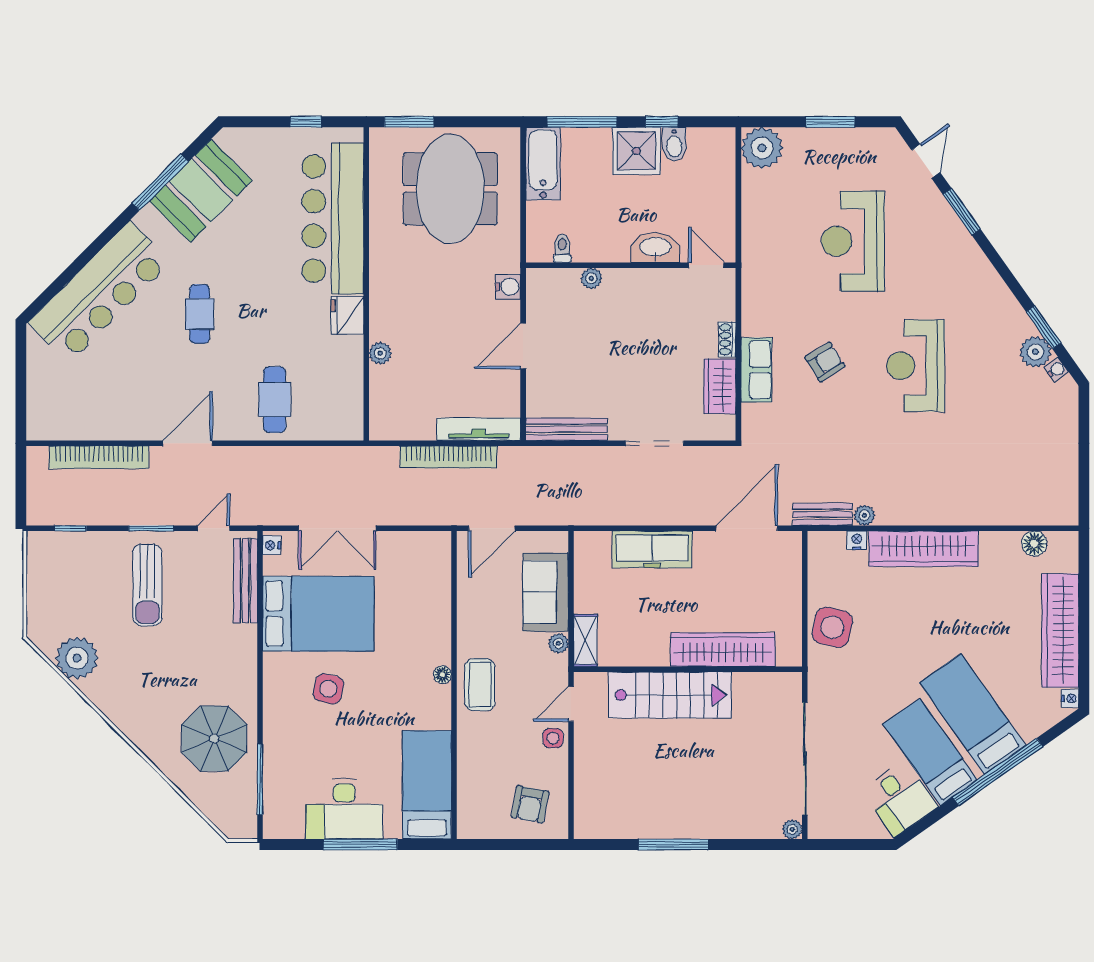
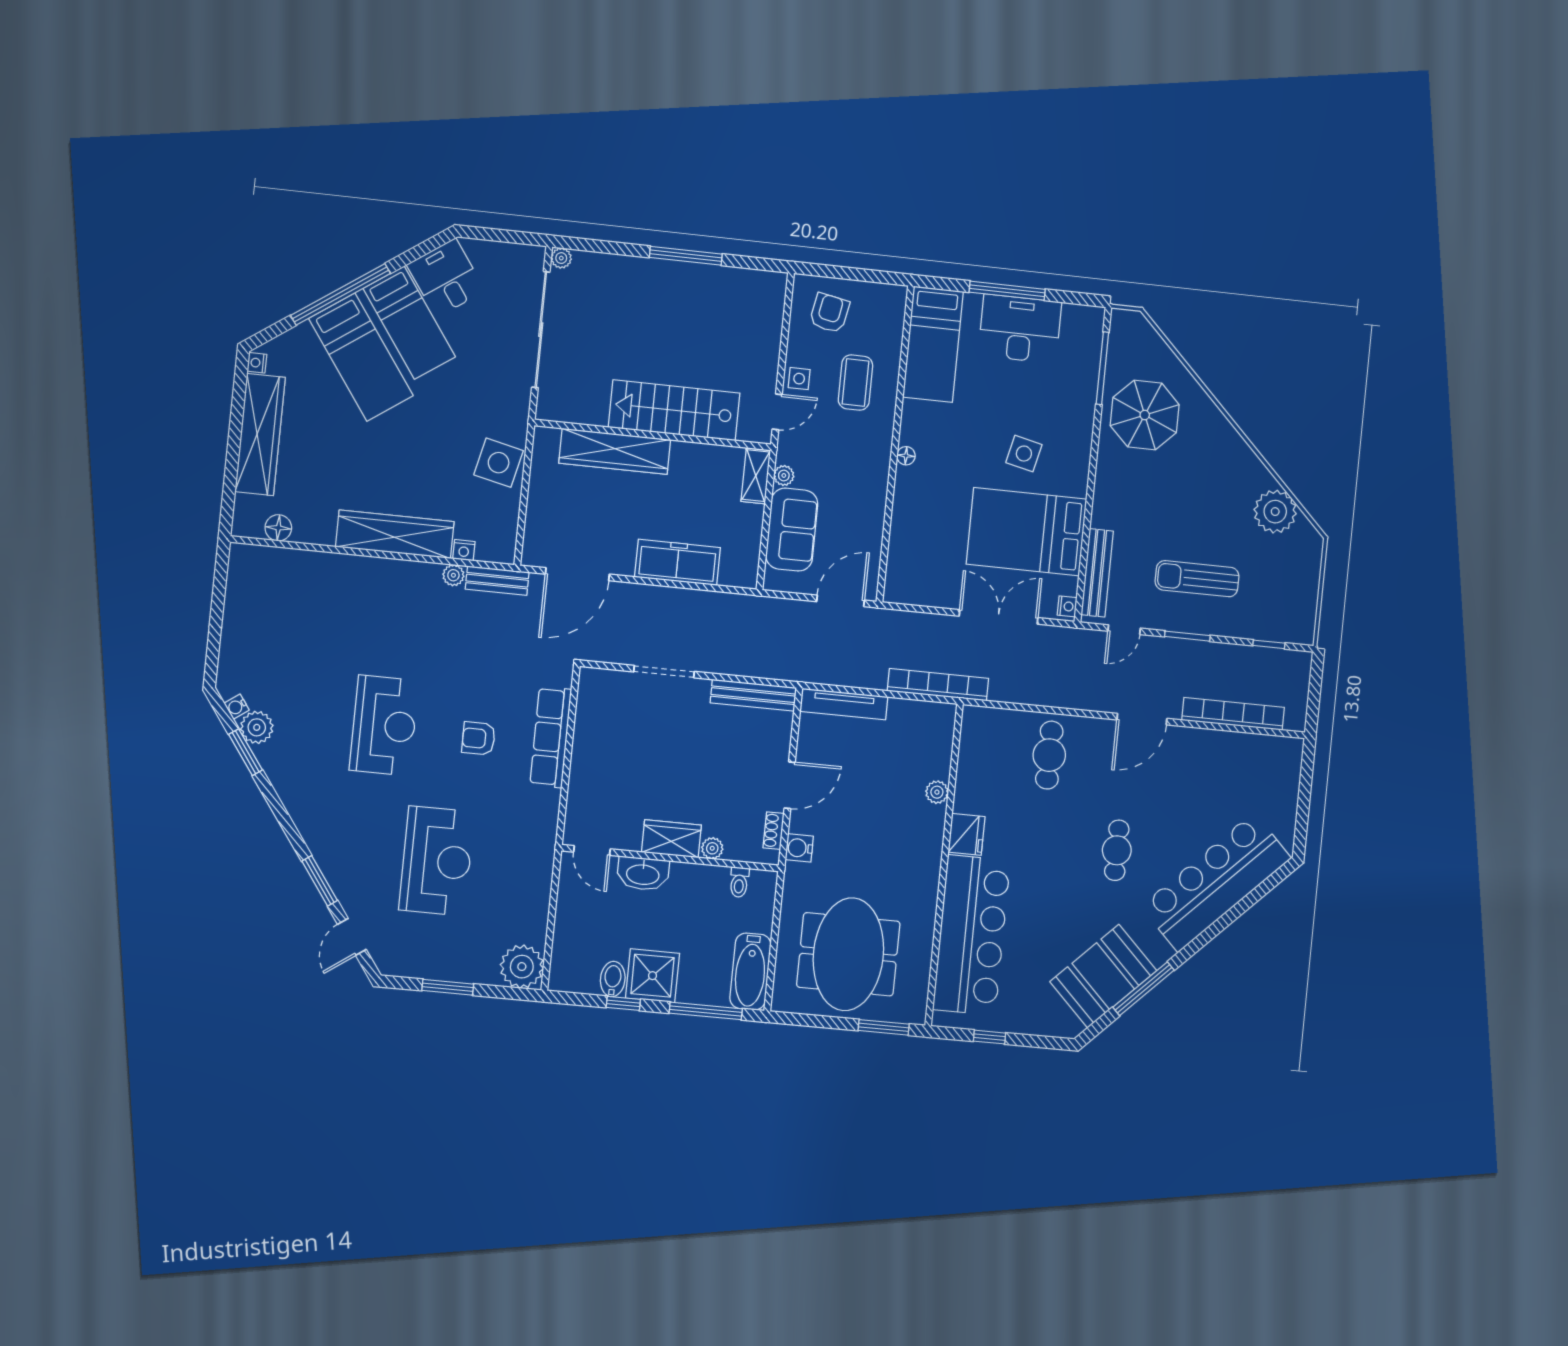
shoe rack: (727, 339) -> (773, 831), moved, turned 180
armchair: (825, 362) -> (478, 738), turned 32
row of seats: (756, 370) -> (551, 737), width x1.48
wardrobe: (720, 386) -> (671, 839), moved, turned -90
bookcase: (448, 457) -> (938, 685), moved
sun lounger: (147, 585) -> (1197, 579), turned -90
coffee table: (480, 685) -> (855, 383), moved

